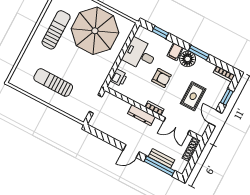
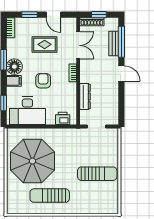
desk: (140, 54) -> (27, 111), width x1.37
sun lounger: (53, 83) -> (97, 174), turned -90
dresser: (141, 115) -> (85, 97), moved
door: (216, 118) -> (53, 15), hinge flipped
window: (194, 159) -> (99, 15), added

